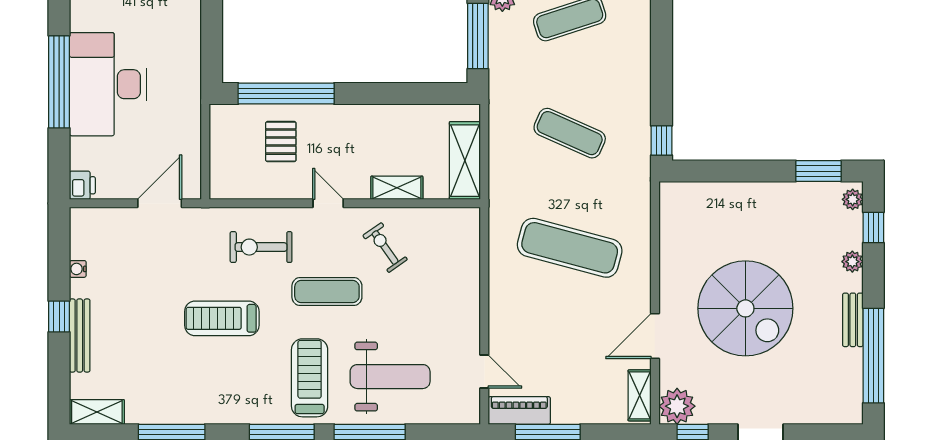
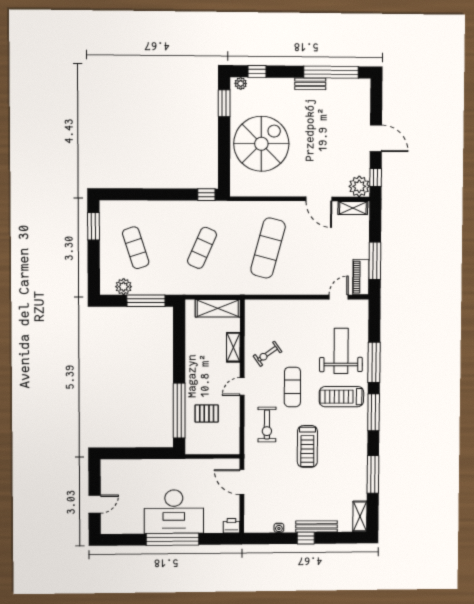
plant: (852, 262) -> (277, 84), removed
spiral stairs: (745, 308) -> (261, 144), moved

